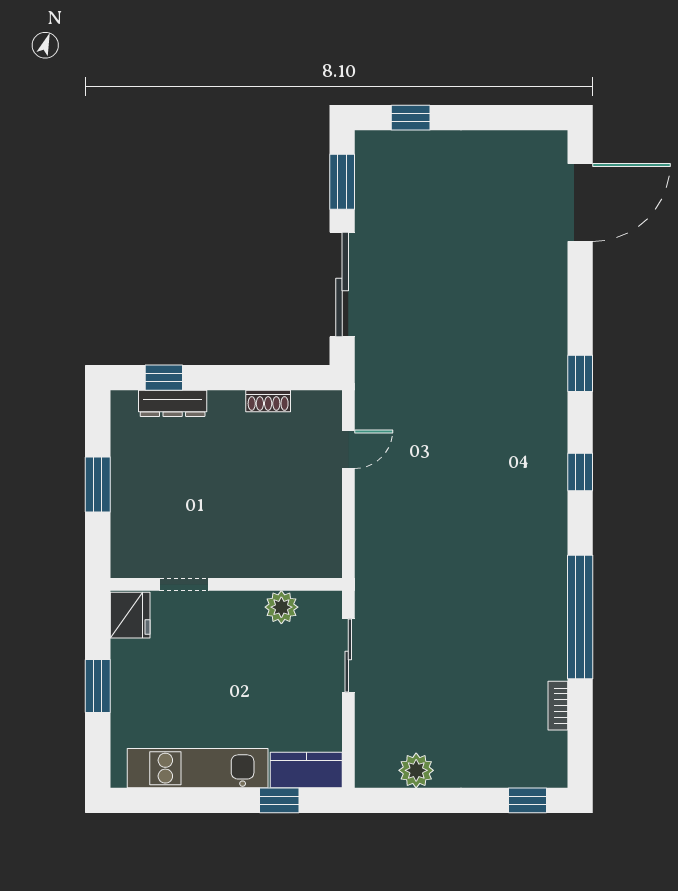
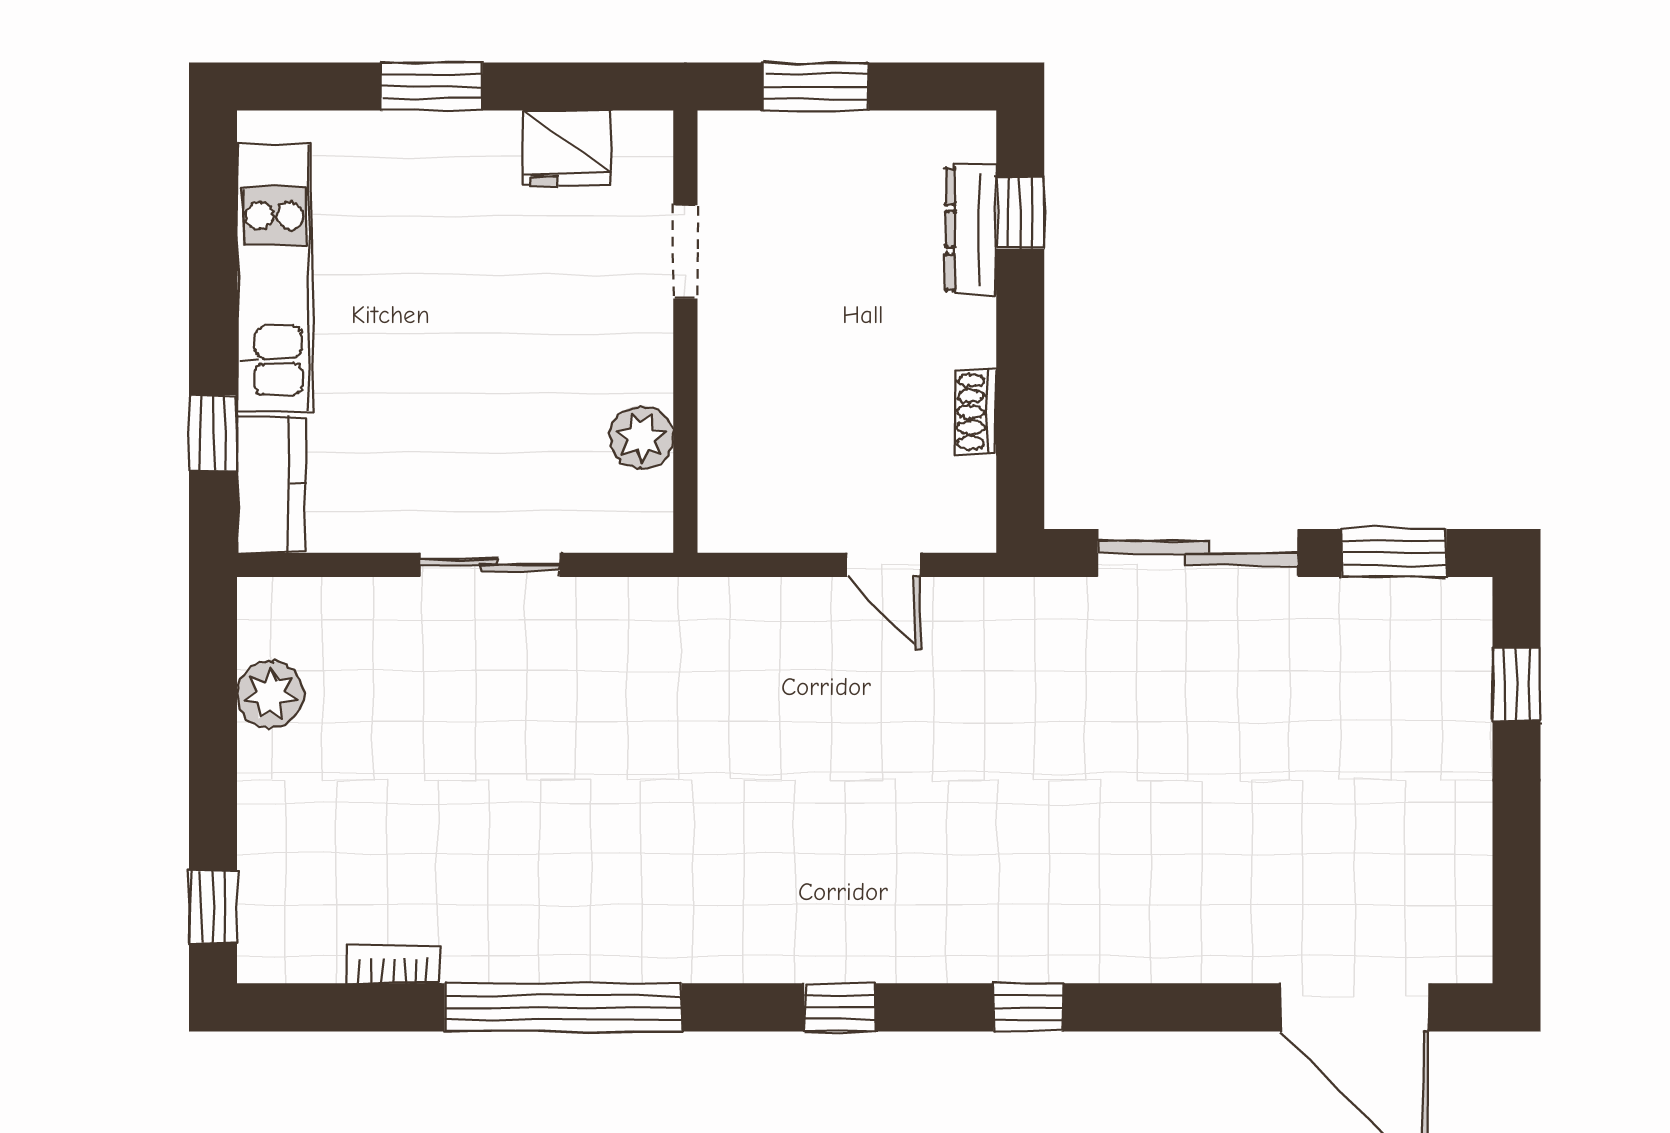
doorway: (184, 584) -> (685, 252), moved
wall: (226, 584) -> (685, 332), moved
plant: (281, 607) -> (642, 437), moved

